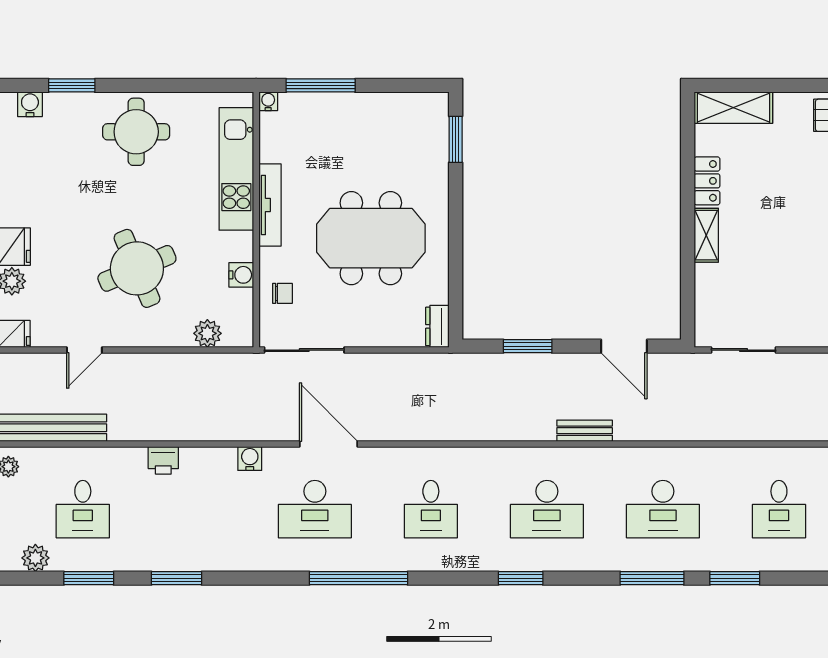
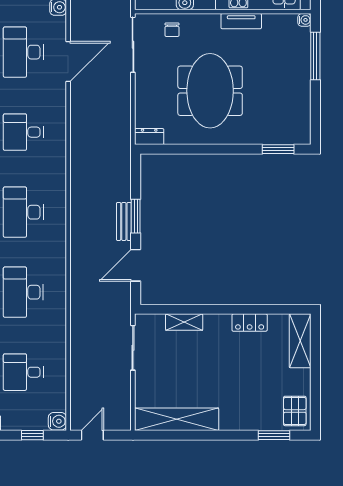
tv unit: (270, 205) -> (241, 21), width x0.71
shelving: (706, 235) -> (184, 322), moved
window: (528, 346) -> (136, 216), moved
bench: (585, 431) -> (124, 221), moved

